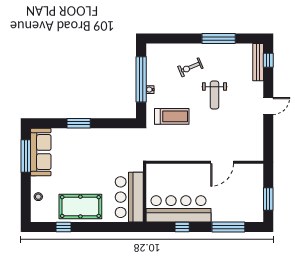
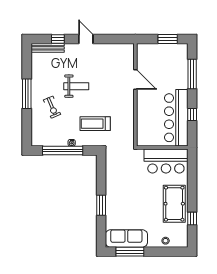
window: (219, 39) -> (27, 94), moved
window: (268, 60) -> (58, 39), moved
treadmill: (172, 116) -> (95, 124), turned -90

